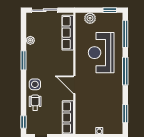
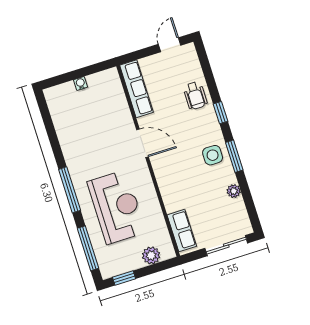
row of seats: (68, 33) -> (182, 231), width x0.68
side table: (35, 84) -> (213, 155), moved
window: (125, 114) -> (48, 123), removed
window: (24, 122) -> (221, 113), moved

